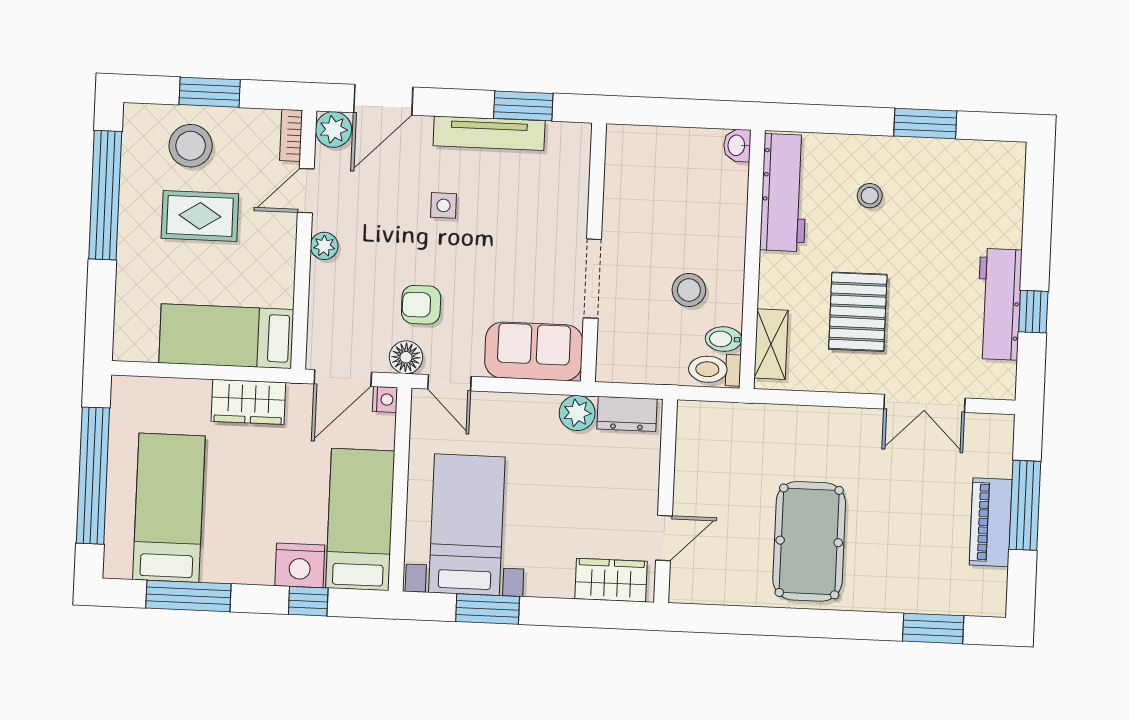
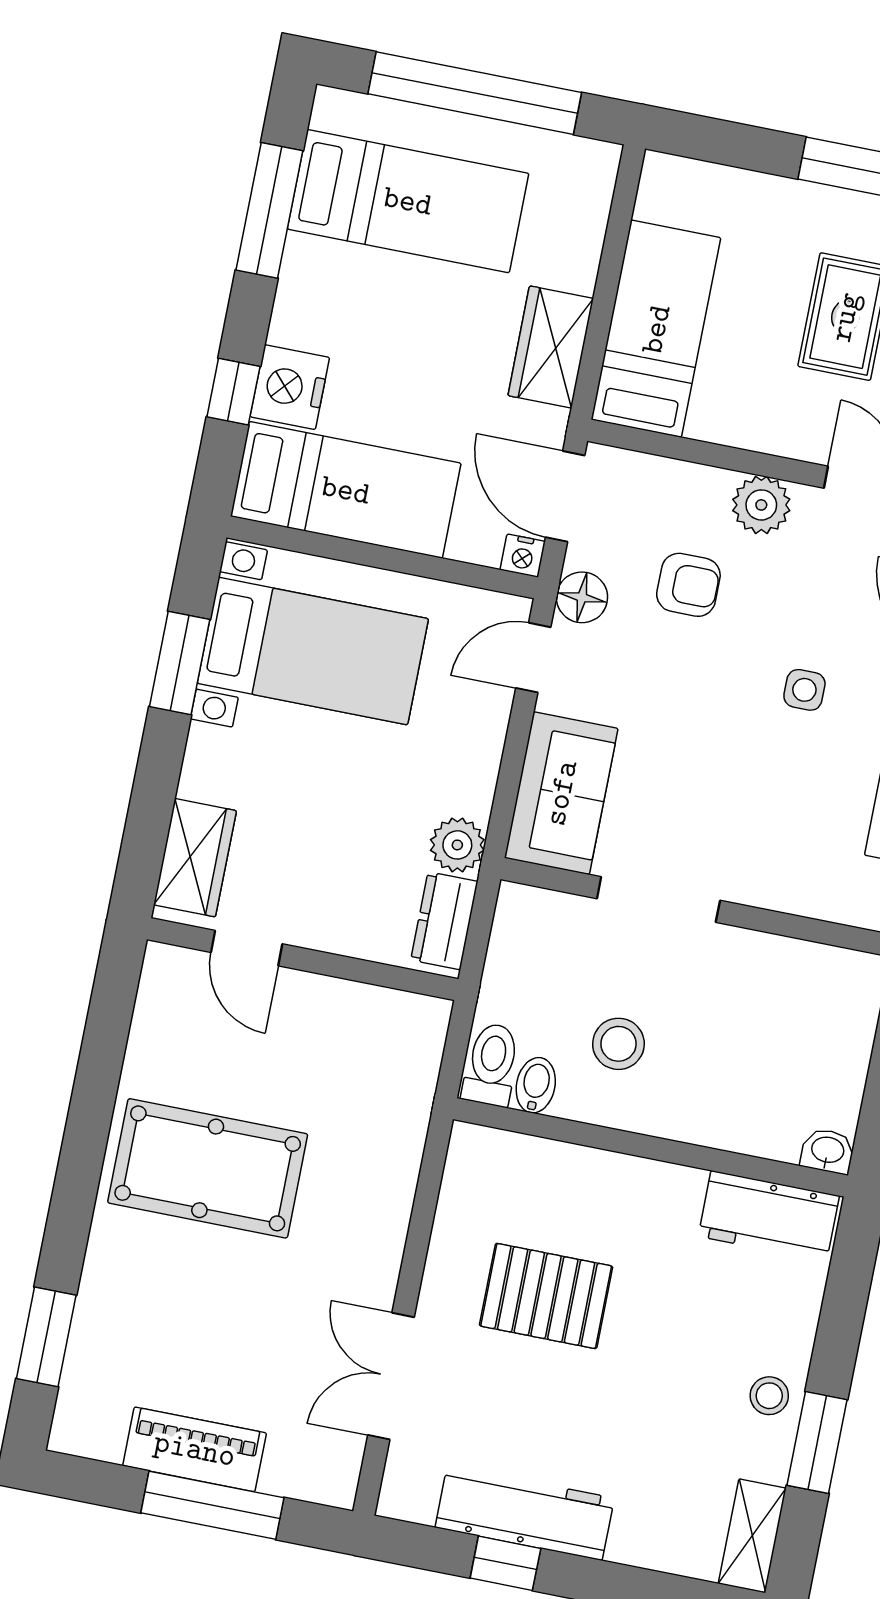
workbench: (784, 193) -> (769, 1216), width x0.73
stool: (870, 196) -> (769, 1396), moved
plant: (324, 246) -> (761, 505), width x1.38, depth x1.38
armchair: (421, 305) -> (688, 585), moved, turned 90
shelving: (771, 344) -> (752, 1536), moved, turned 90

